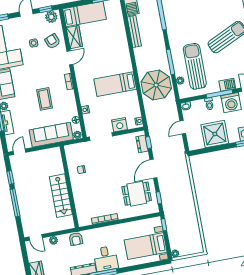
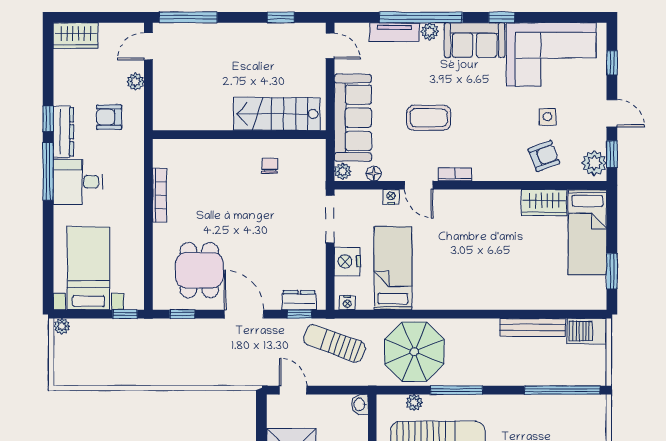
door: (70, 58) -> (419, 185), moved
bed: (115, 84) -> (393, 268), moved
sun lounger: (159, 124) -> (334, 343), added
door: (183, 127) -> (293, 390), moved
stairs: (61, 196) -> (277, 114), moved
window: (15, 203) -> (188, 17), moved
armchair: (76, 239) -> (109, 117), moved

